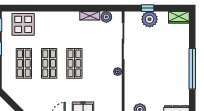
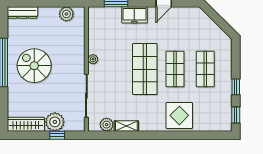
wardrobe: (179, 17) -> (26, 124), width x1.50
display table: (23, 24) -> (179, 115), moved
shop shelf: (74, 63) -> (145, 69), width x1.43, depth x1.36
spiral stairs: (167, 66) -> (34, 66), added

